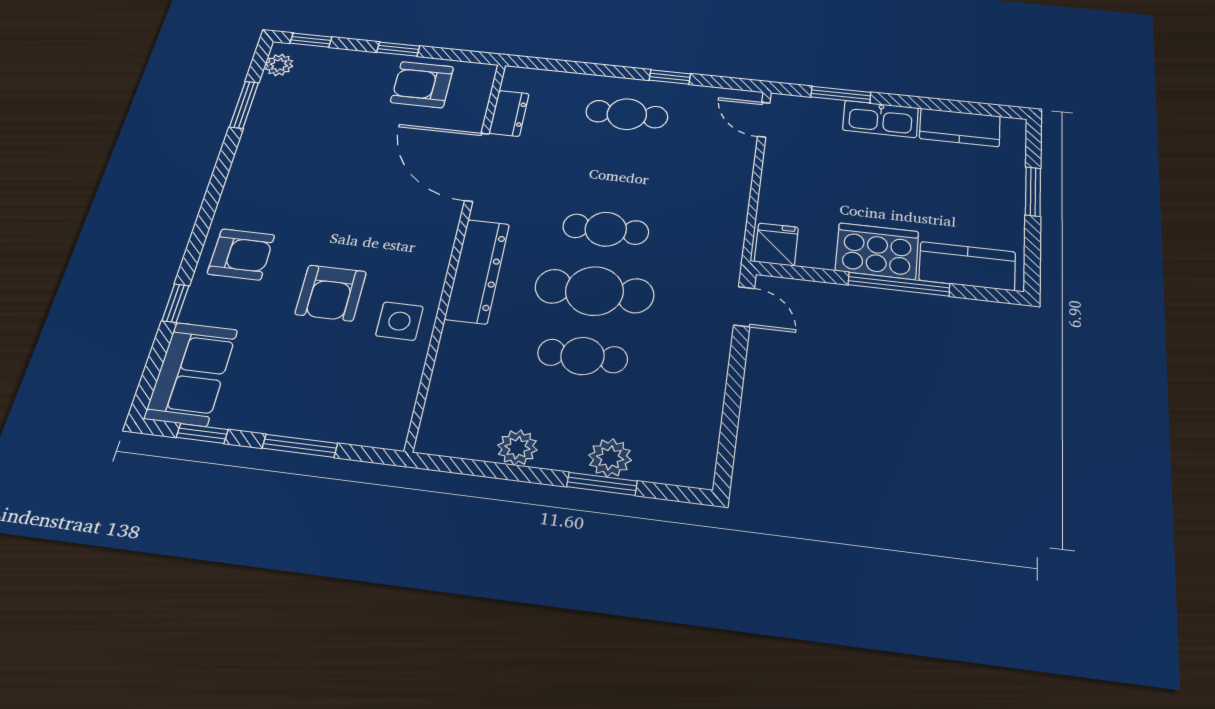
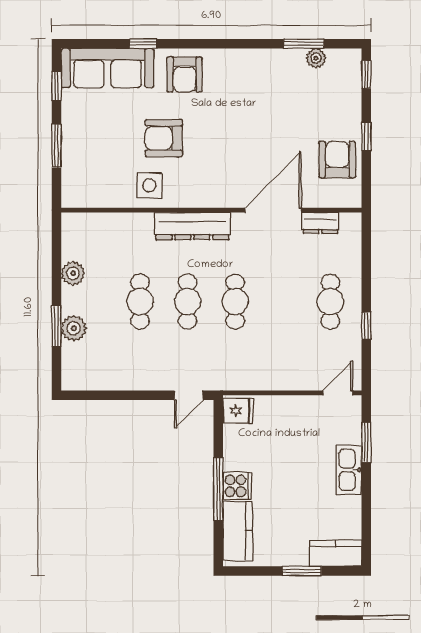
plant: (279, 65) -> (316, 58), moved
kitchen counter: (960, 127) -> (336, 553), moved, turned 90
cooker: (877, 251) -> (237, 486), width x0.53, depth x0.76
cafe table: (594, 291) -> (188, 302), width x0.73, depth x0.74
sofa: (191, 374) -> (108, 68), width x1.36

